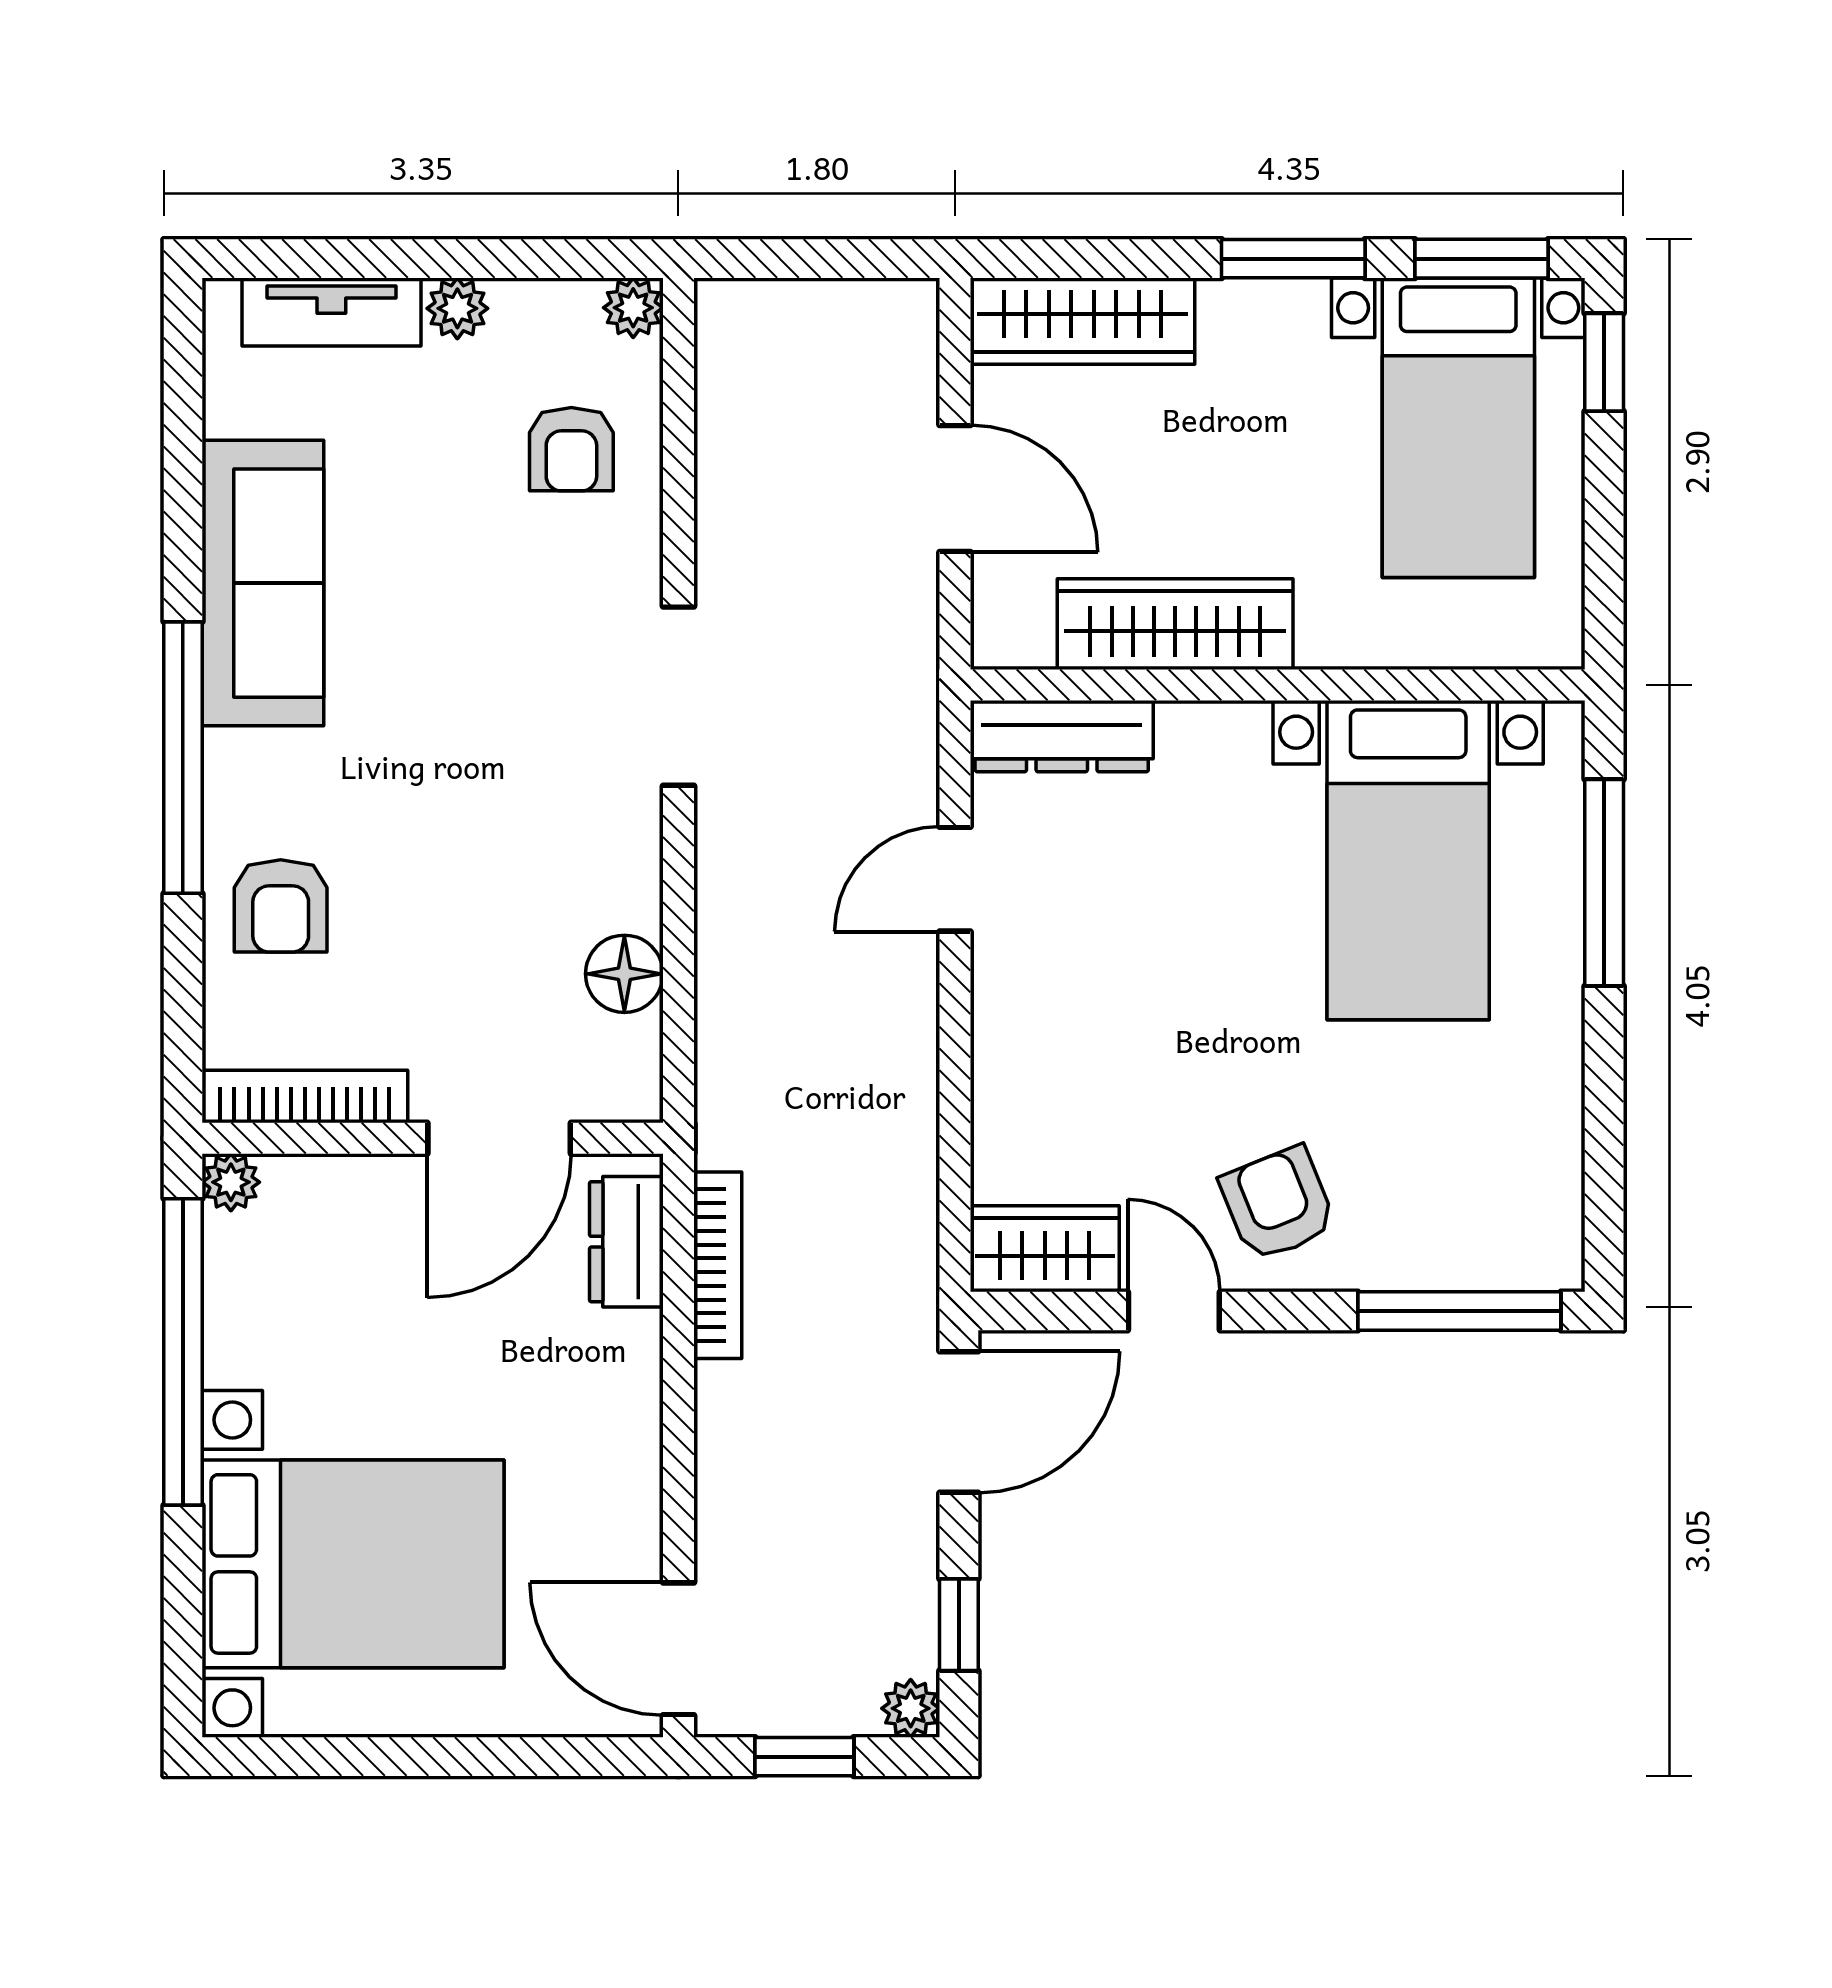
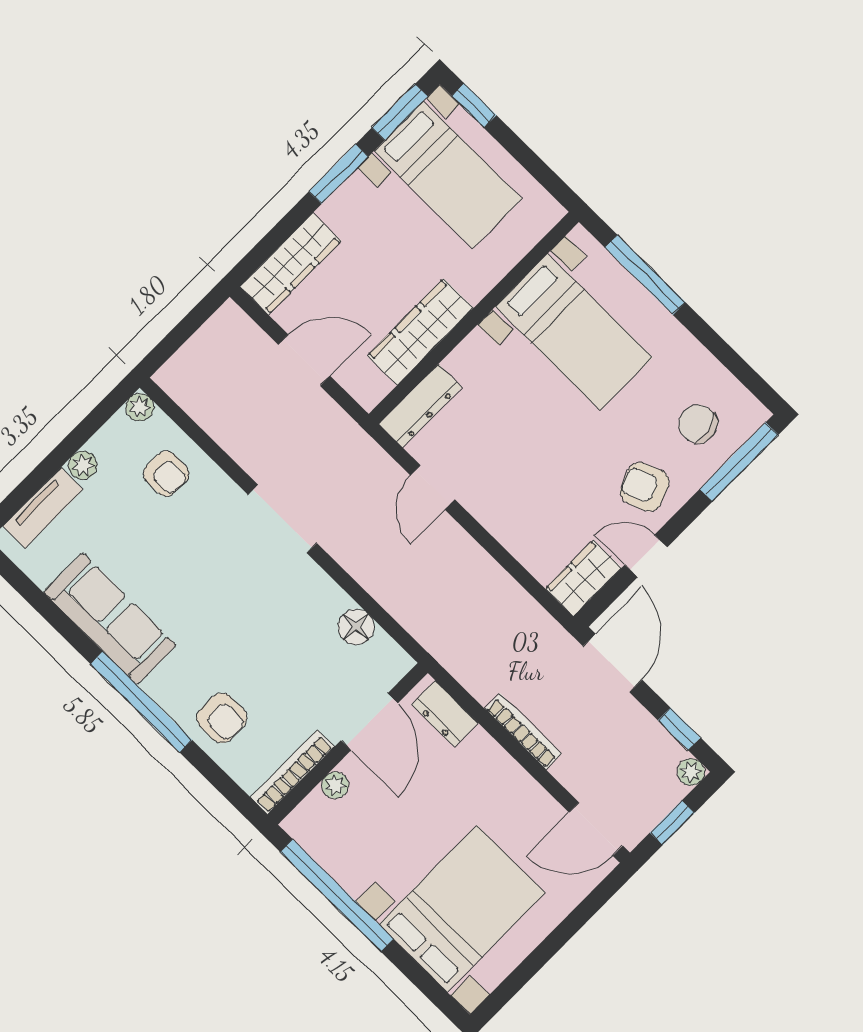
plant: (231, 1182) -> (335, 785), moved
chair: (1456, 1190) -> (698, 424), added
bookcase: (718, 1265) -> (523, 731), moved

